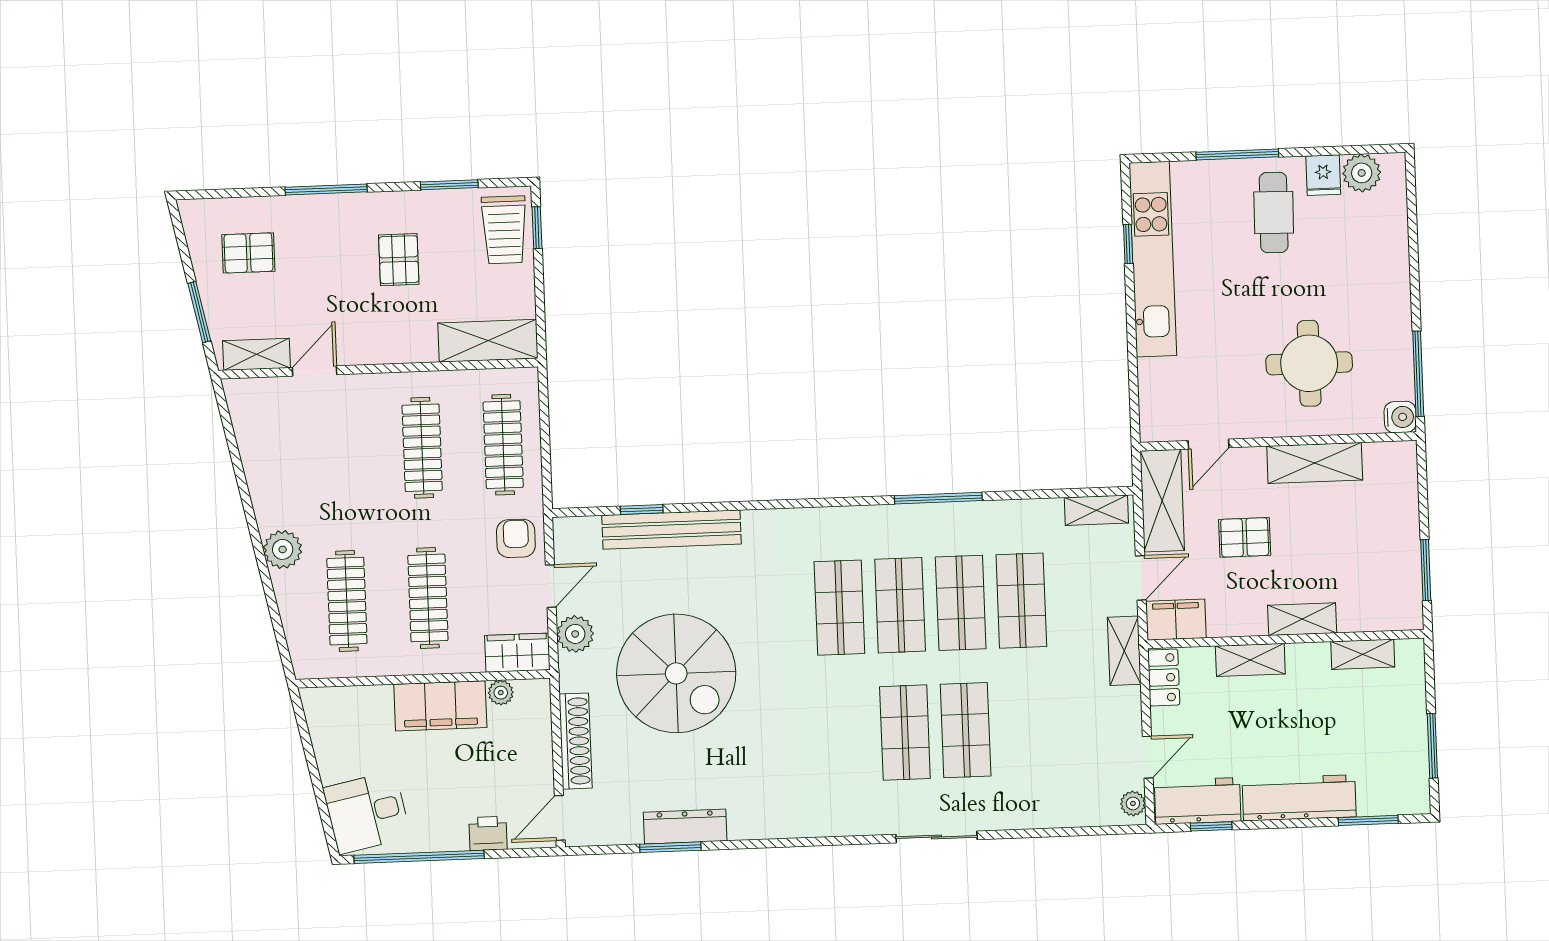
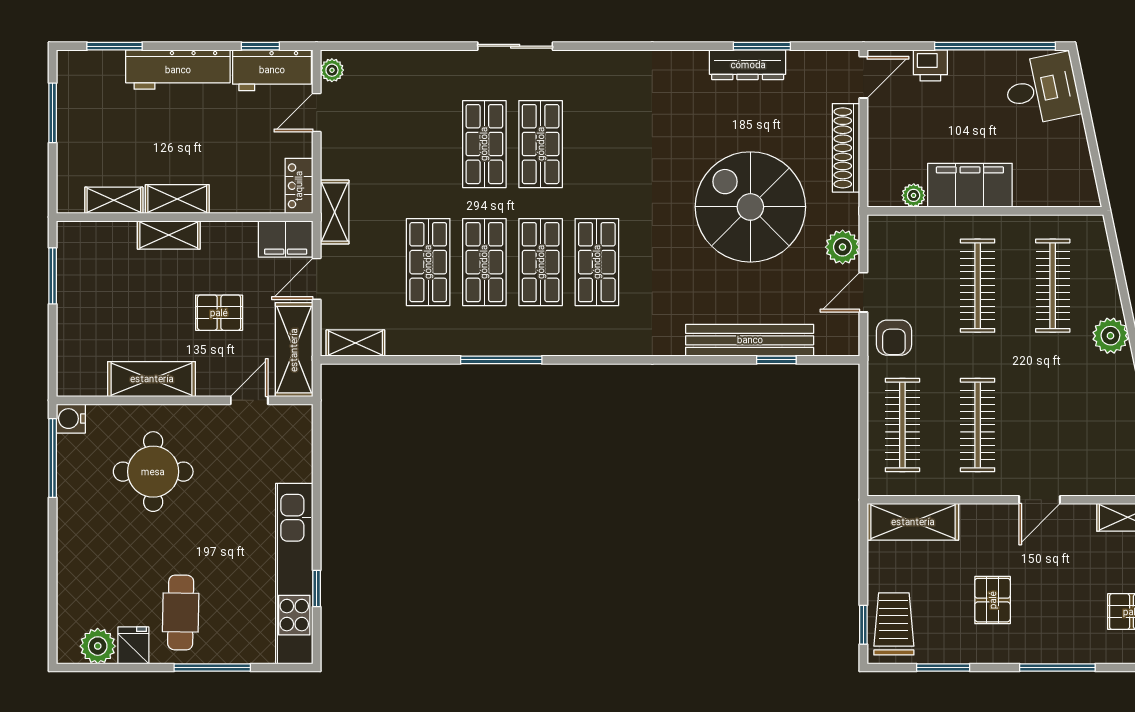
door: (315, 371) -> (1039, 500), moved
wardrobe: (517, 653) -> (897, 232), removed
shelving: (1250, 660) -> (177, 199), moved

